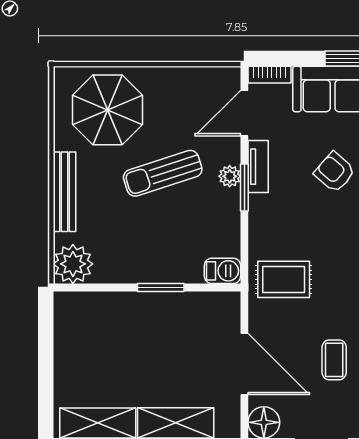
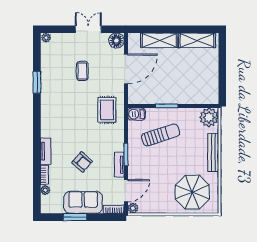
sun lounger: (163, 173) -> (161, 135), moved
plant: (230, 176) -> (133, 208), moved
rug: (284, 279) -> (107, 110), turned 90
door: (244, 364) -> (126, 69), swing flipped

